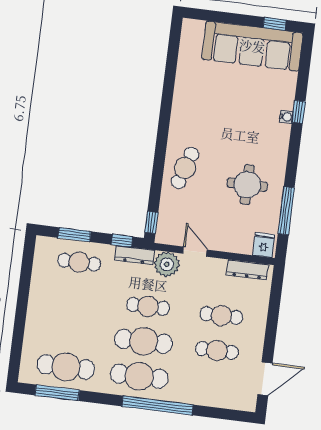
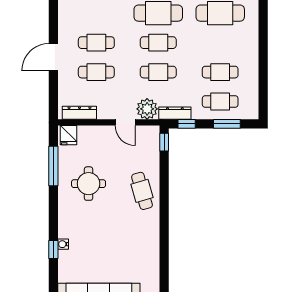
cafe table: (185, 168) -> (142, 191), turned -34
cafe table: (75, 297) -> (220, 72), added
cafe table: (144, 341) -> (158, 43), width x0.73, depth x0.74
door: (265, 379) -> (53, 57), moved

